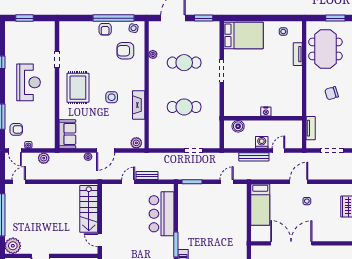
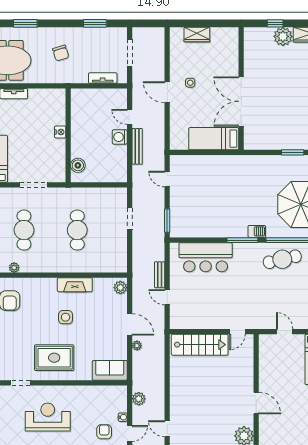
nightstand: (266, 111) -> (60, 132), moved
wall: (263, 118) -> (68, 135), moved
boiler: (238, 126) -> (78, 165), moved
bed: (260, 205) -> (214, 139), moved, turned 180

